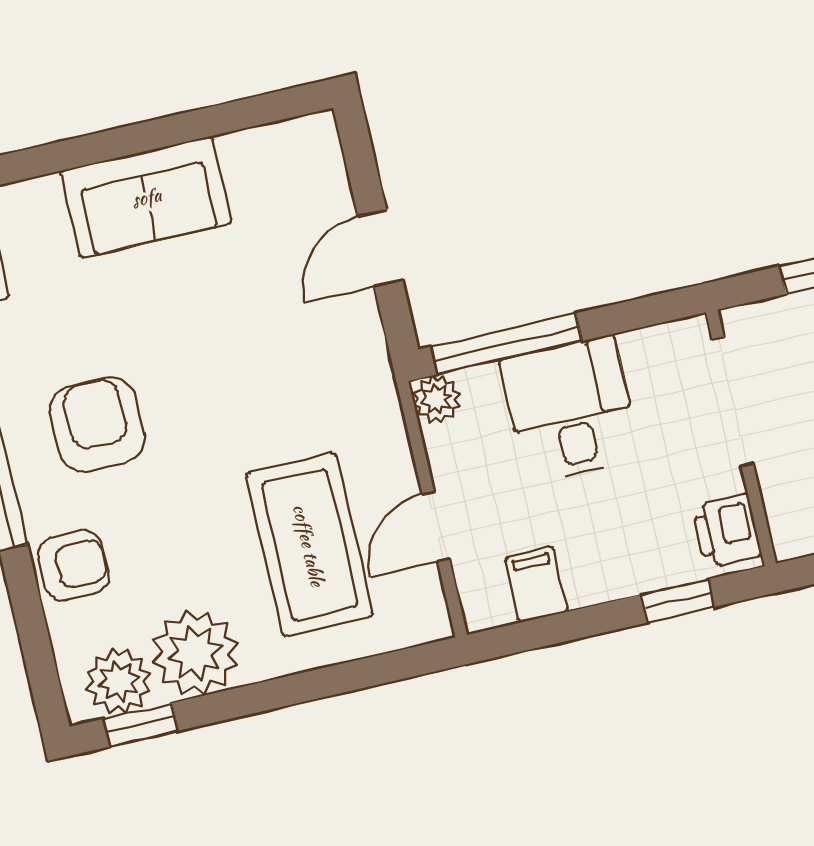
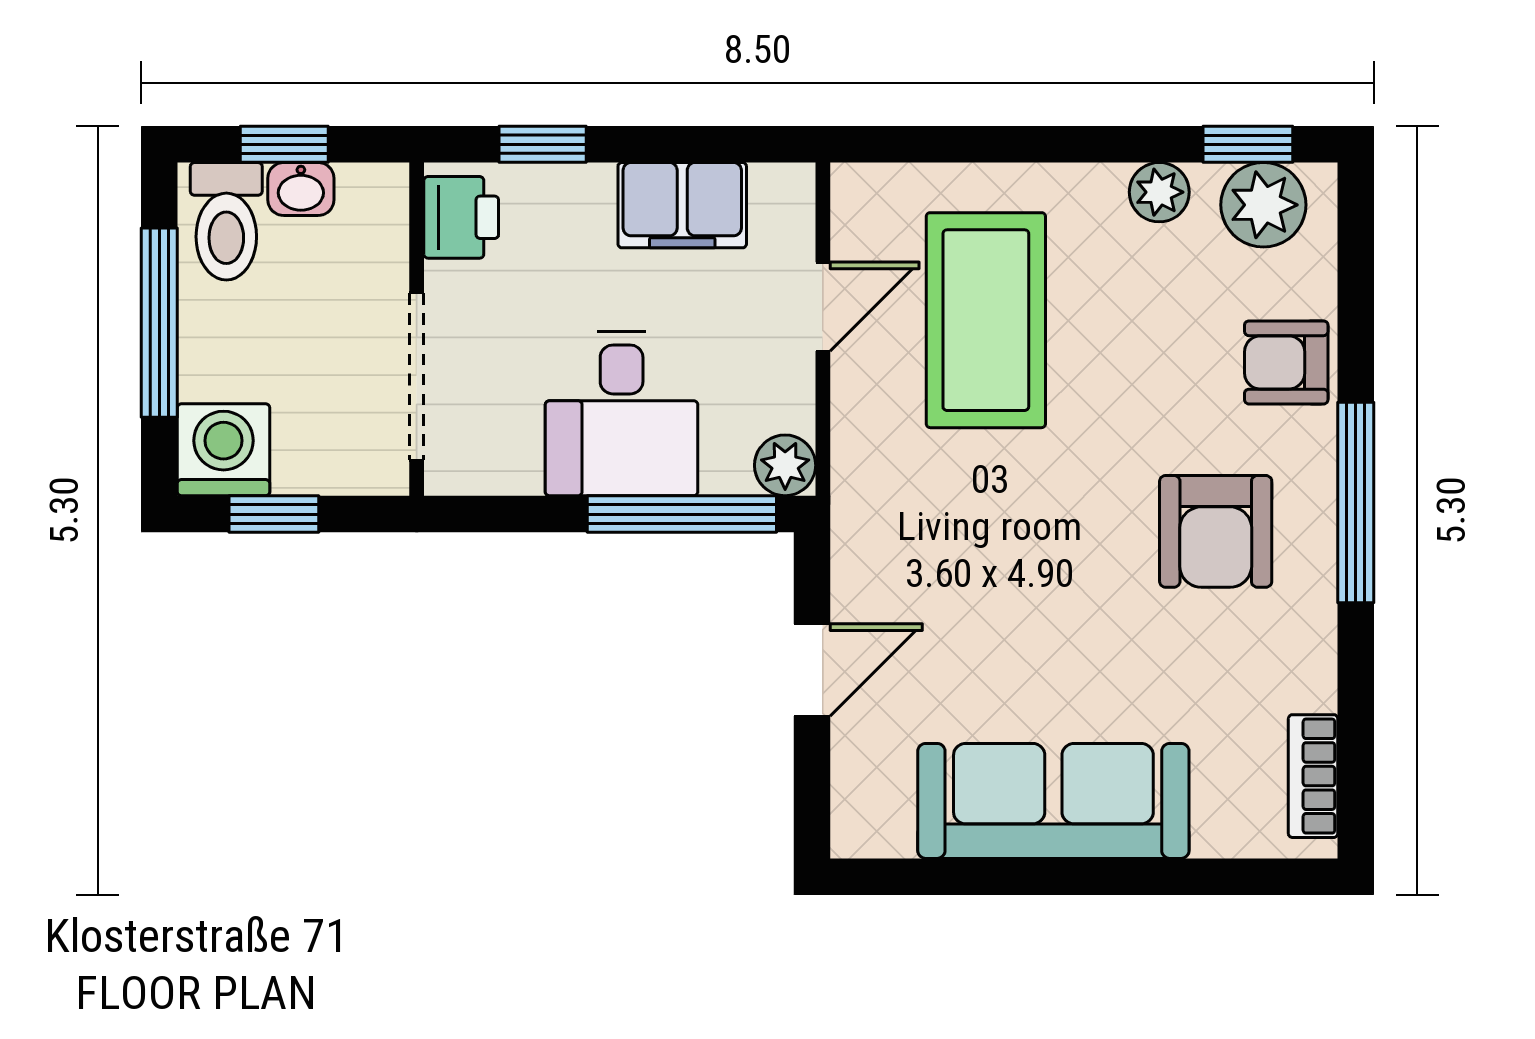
sofa: (146, 197) -> (1053, 801), width x1.36
filing cabinet: (536, 585) -> (682, 205), width x2.00
plant: (195, 653) -> (1159, 192), width x0.53, depth x0.53

